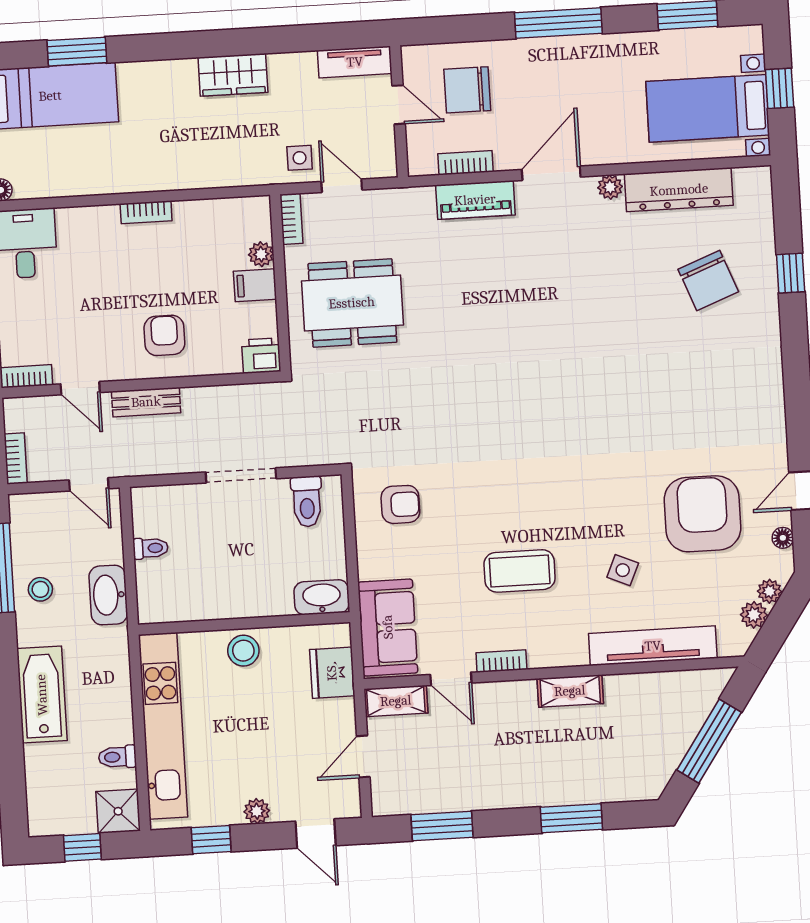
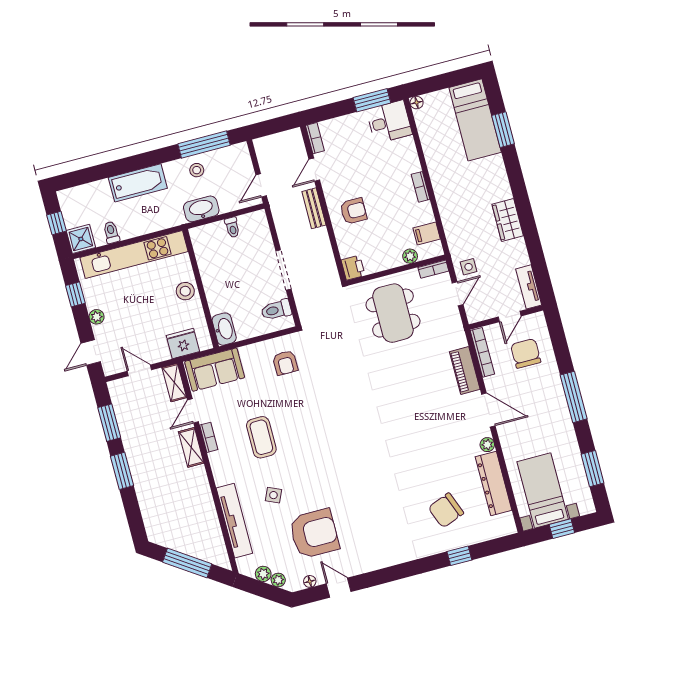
bookcase: (466, 163) -> (482, 352), width x1.56
filing cabinet: (255, 285) -> (427, 233), moved, turned -90
bookcase: (16, 459) -> (267, 141), removed
shelving: (570, 691) -> (191, 447), moved
window: (571, 818) -> (122, 471), moved

